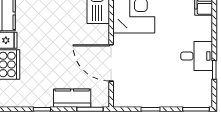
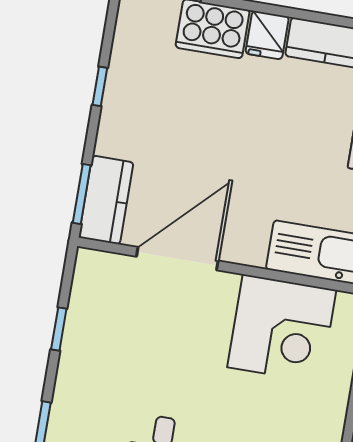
kitchen counter: (72, 98) -> (106, 200), moved

